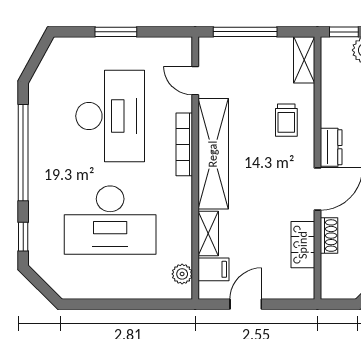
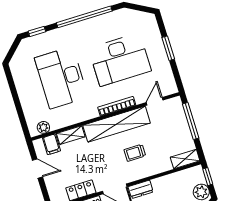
trolley: (286, 120) -> (135, 153), moved

